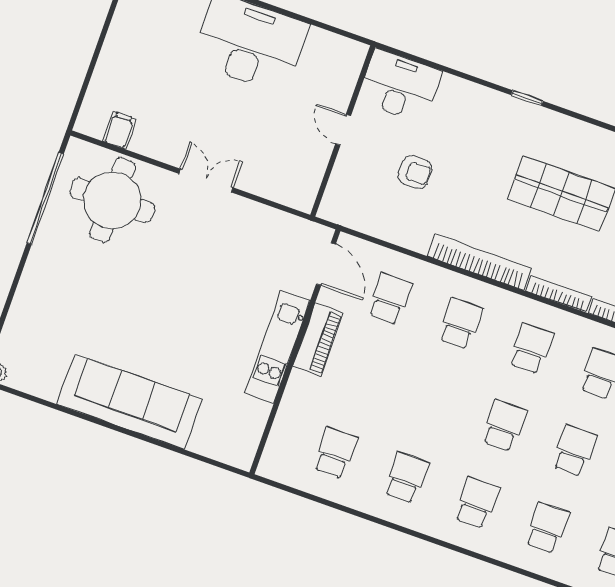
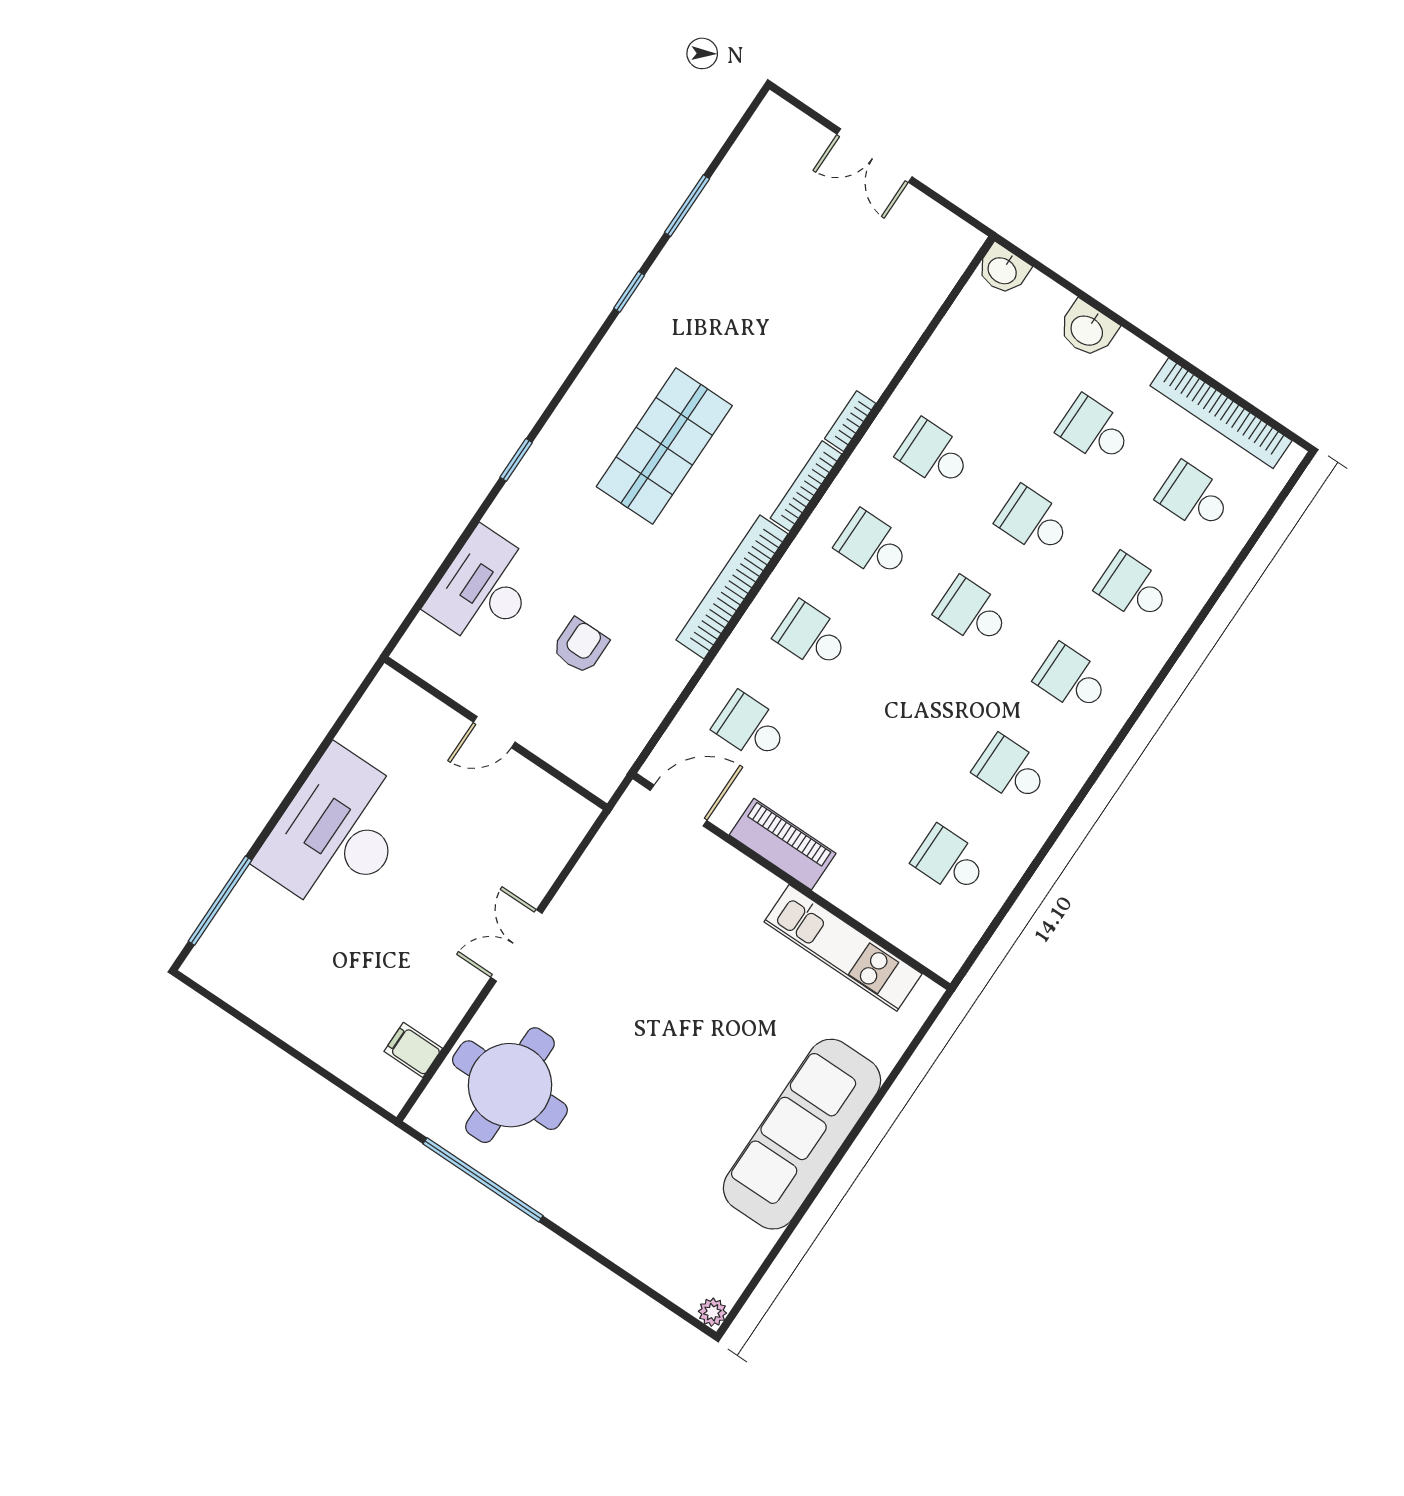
desk: (400, 86) -> (484, 589), moved
kitchen unit: (278, 347) -> (843, 948), moved

